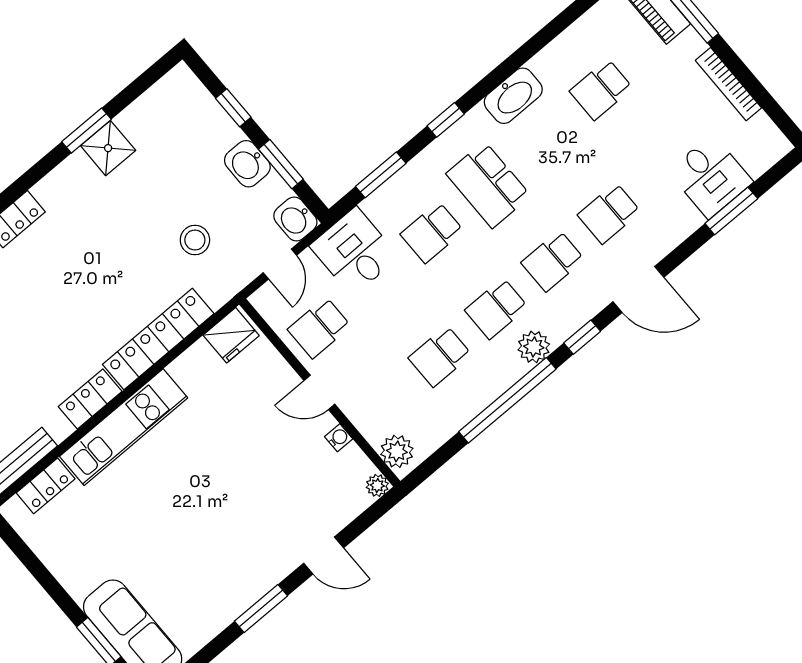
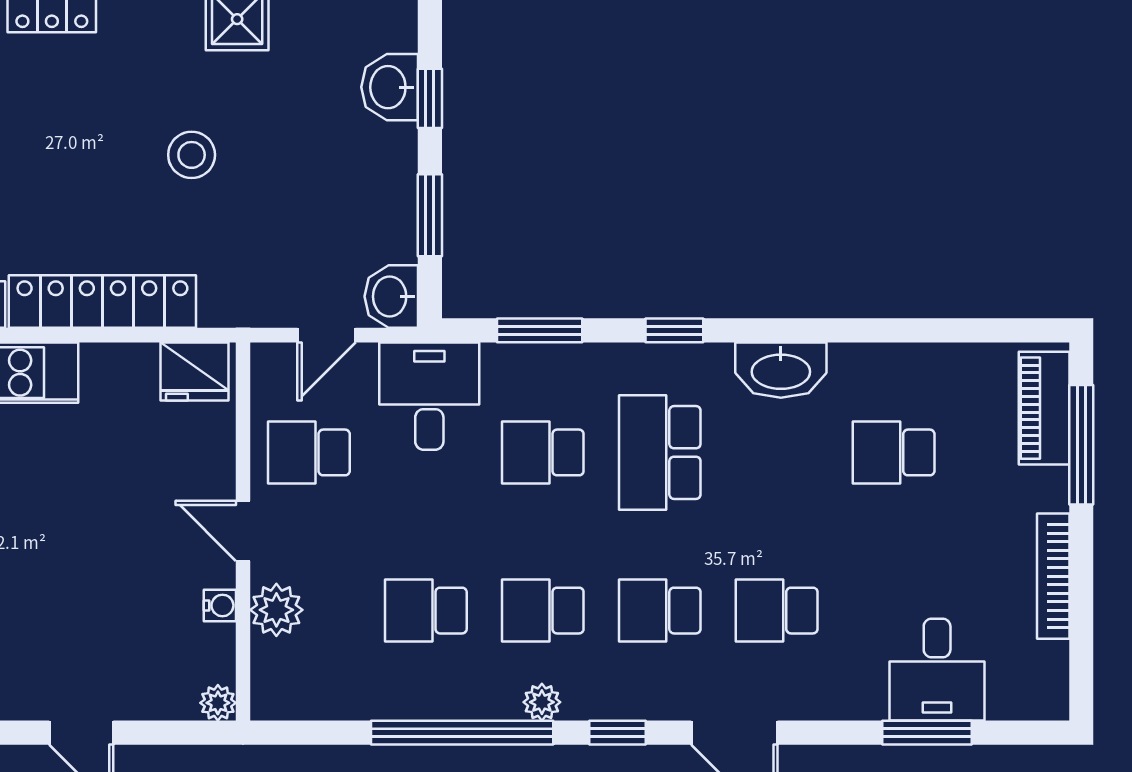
washbasin: (247, 164) -> (390, 87), moved
stool: (195, 240) -> (192, 155), moved
plant: (534, 347) -> (542, 702), width x0.73, depth x0.73
plant: (397, 451) -> (276, 610), moved

